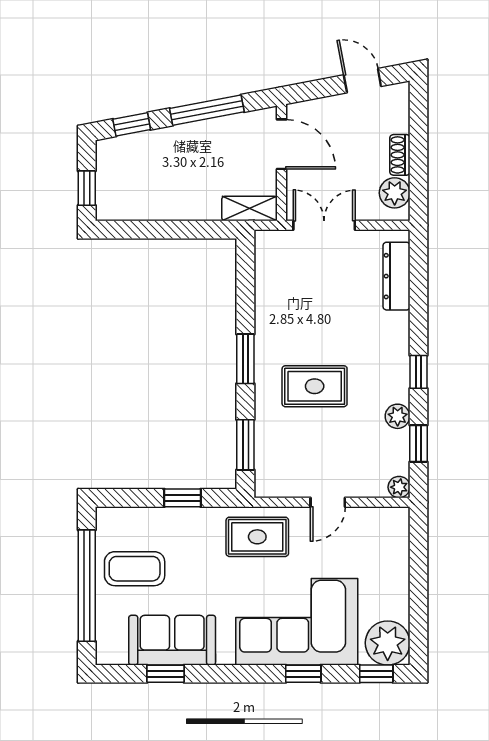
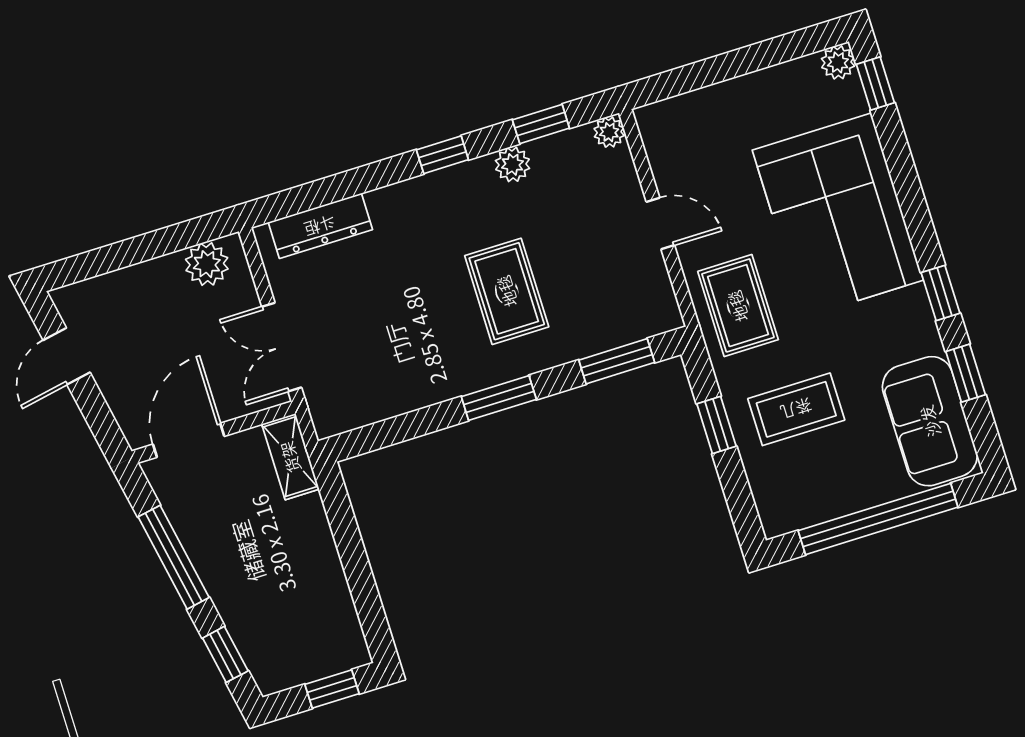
shoe rack: (400, 155) -> (152, 273), removed
coffee table: (135, 569) -> (796, 409), moved, turned 90
sofa: (172, 640) -> (930, 421), moved
plant: (388, 643) -> (838, 62), width x0.53, depth x0.53
window: (303, 674) -> (941, 293), moved

